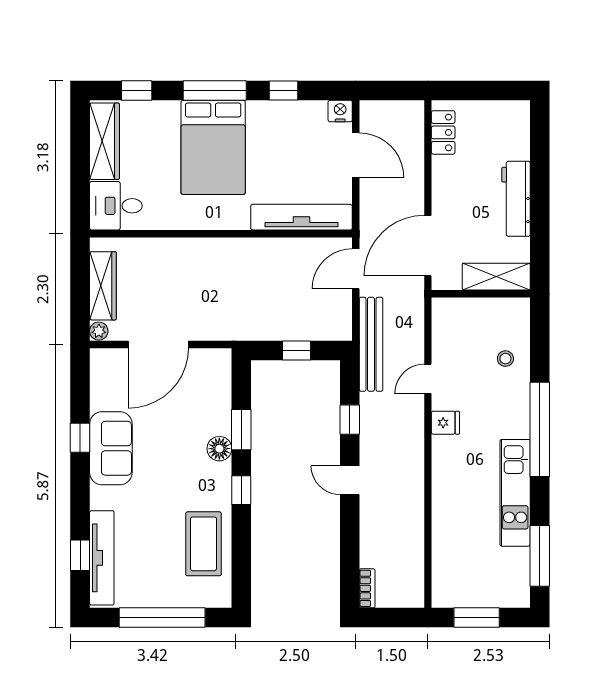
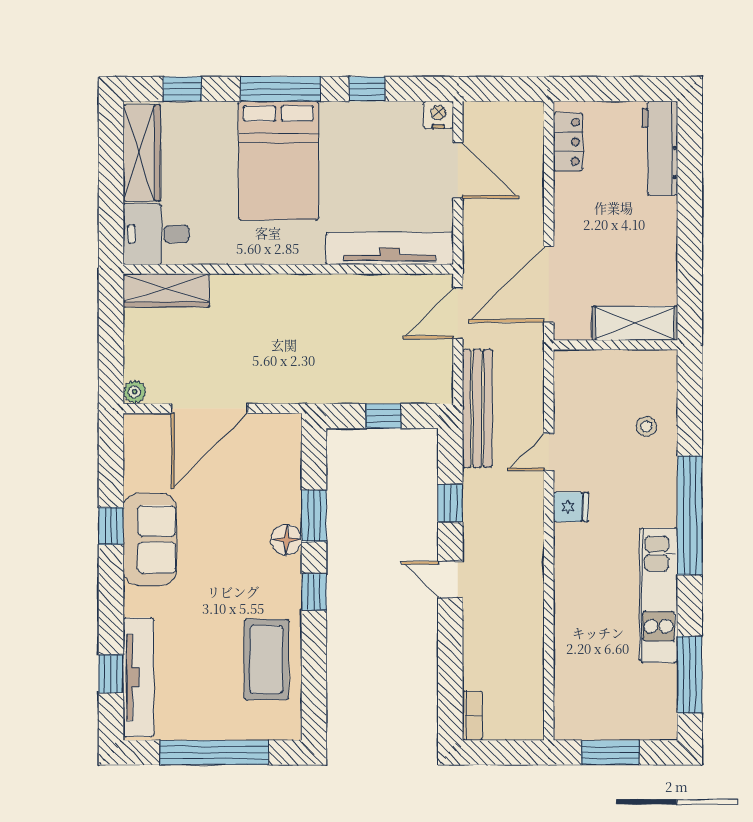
workbench: (516, 199) -> (660, 148), moved
wardrobe: (103, 286) -> (166, 290), moved, turned 90

